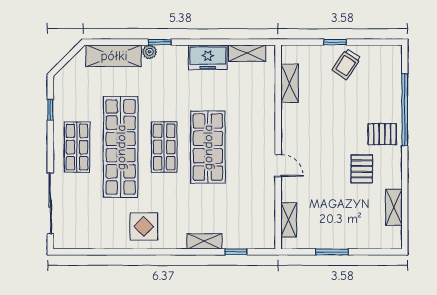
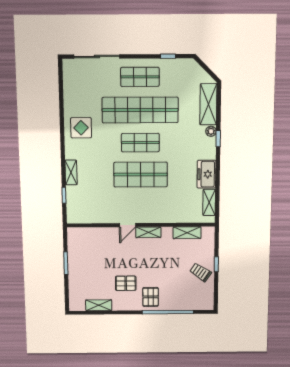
shelving: (289, 220) -> (148, 232), moved

